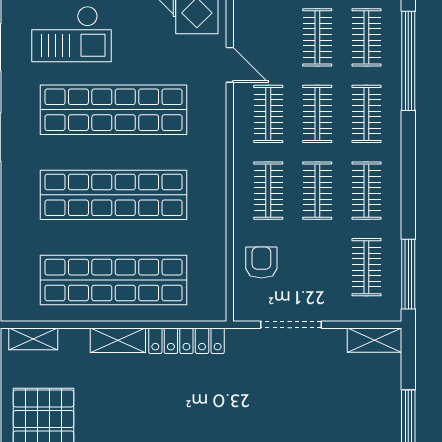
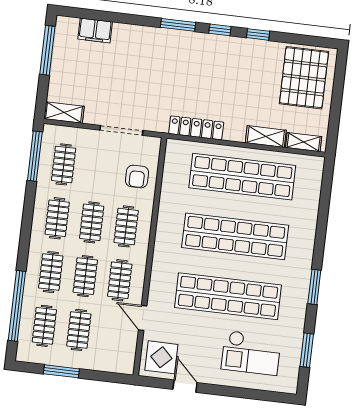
checkout: (72, 34) -> (251, 353), turned 180
shelving: (118, 340) -> (266, 136), moved

